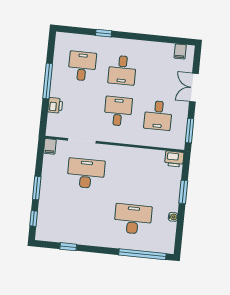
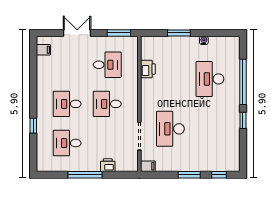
desk: (122, 70) -> (67, 104), turned 180
double door: (194, 88) -> (77, 33), swing flipped
printer: (174, 159) -> (148, 69), moved
window: (68, 247) -> (243, 120), moved
window: (142, 254) -> (243, 82), moved

